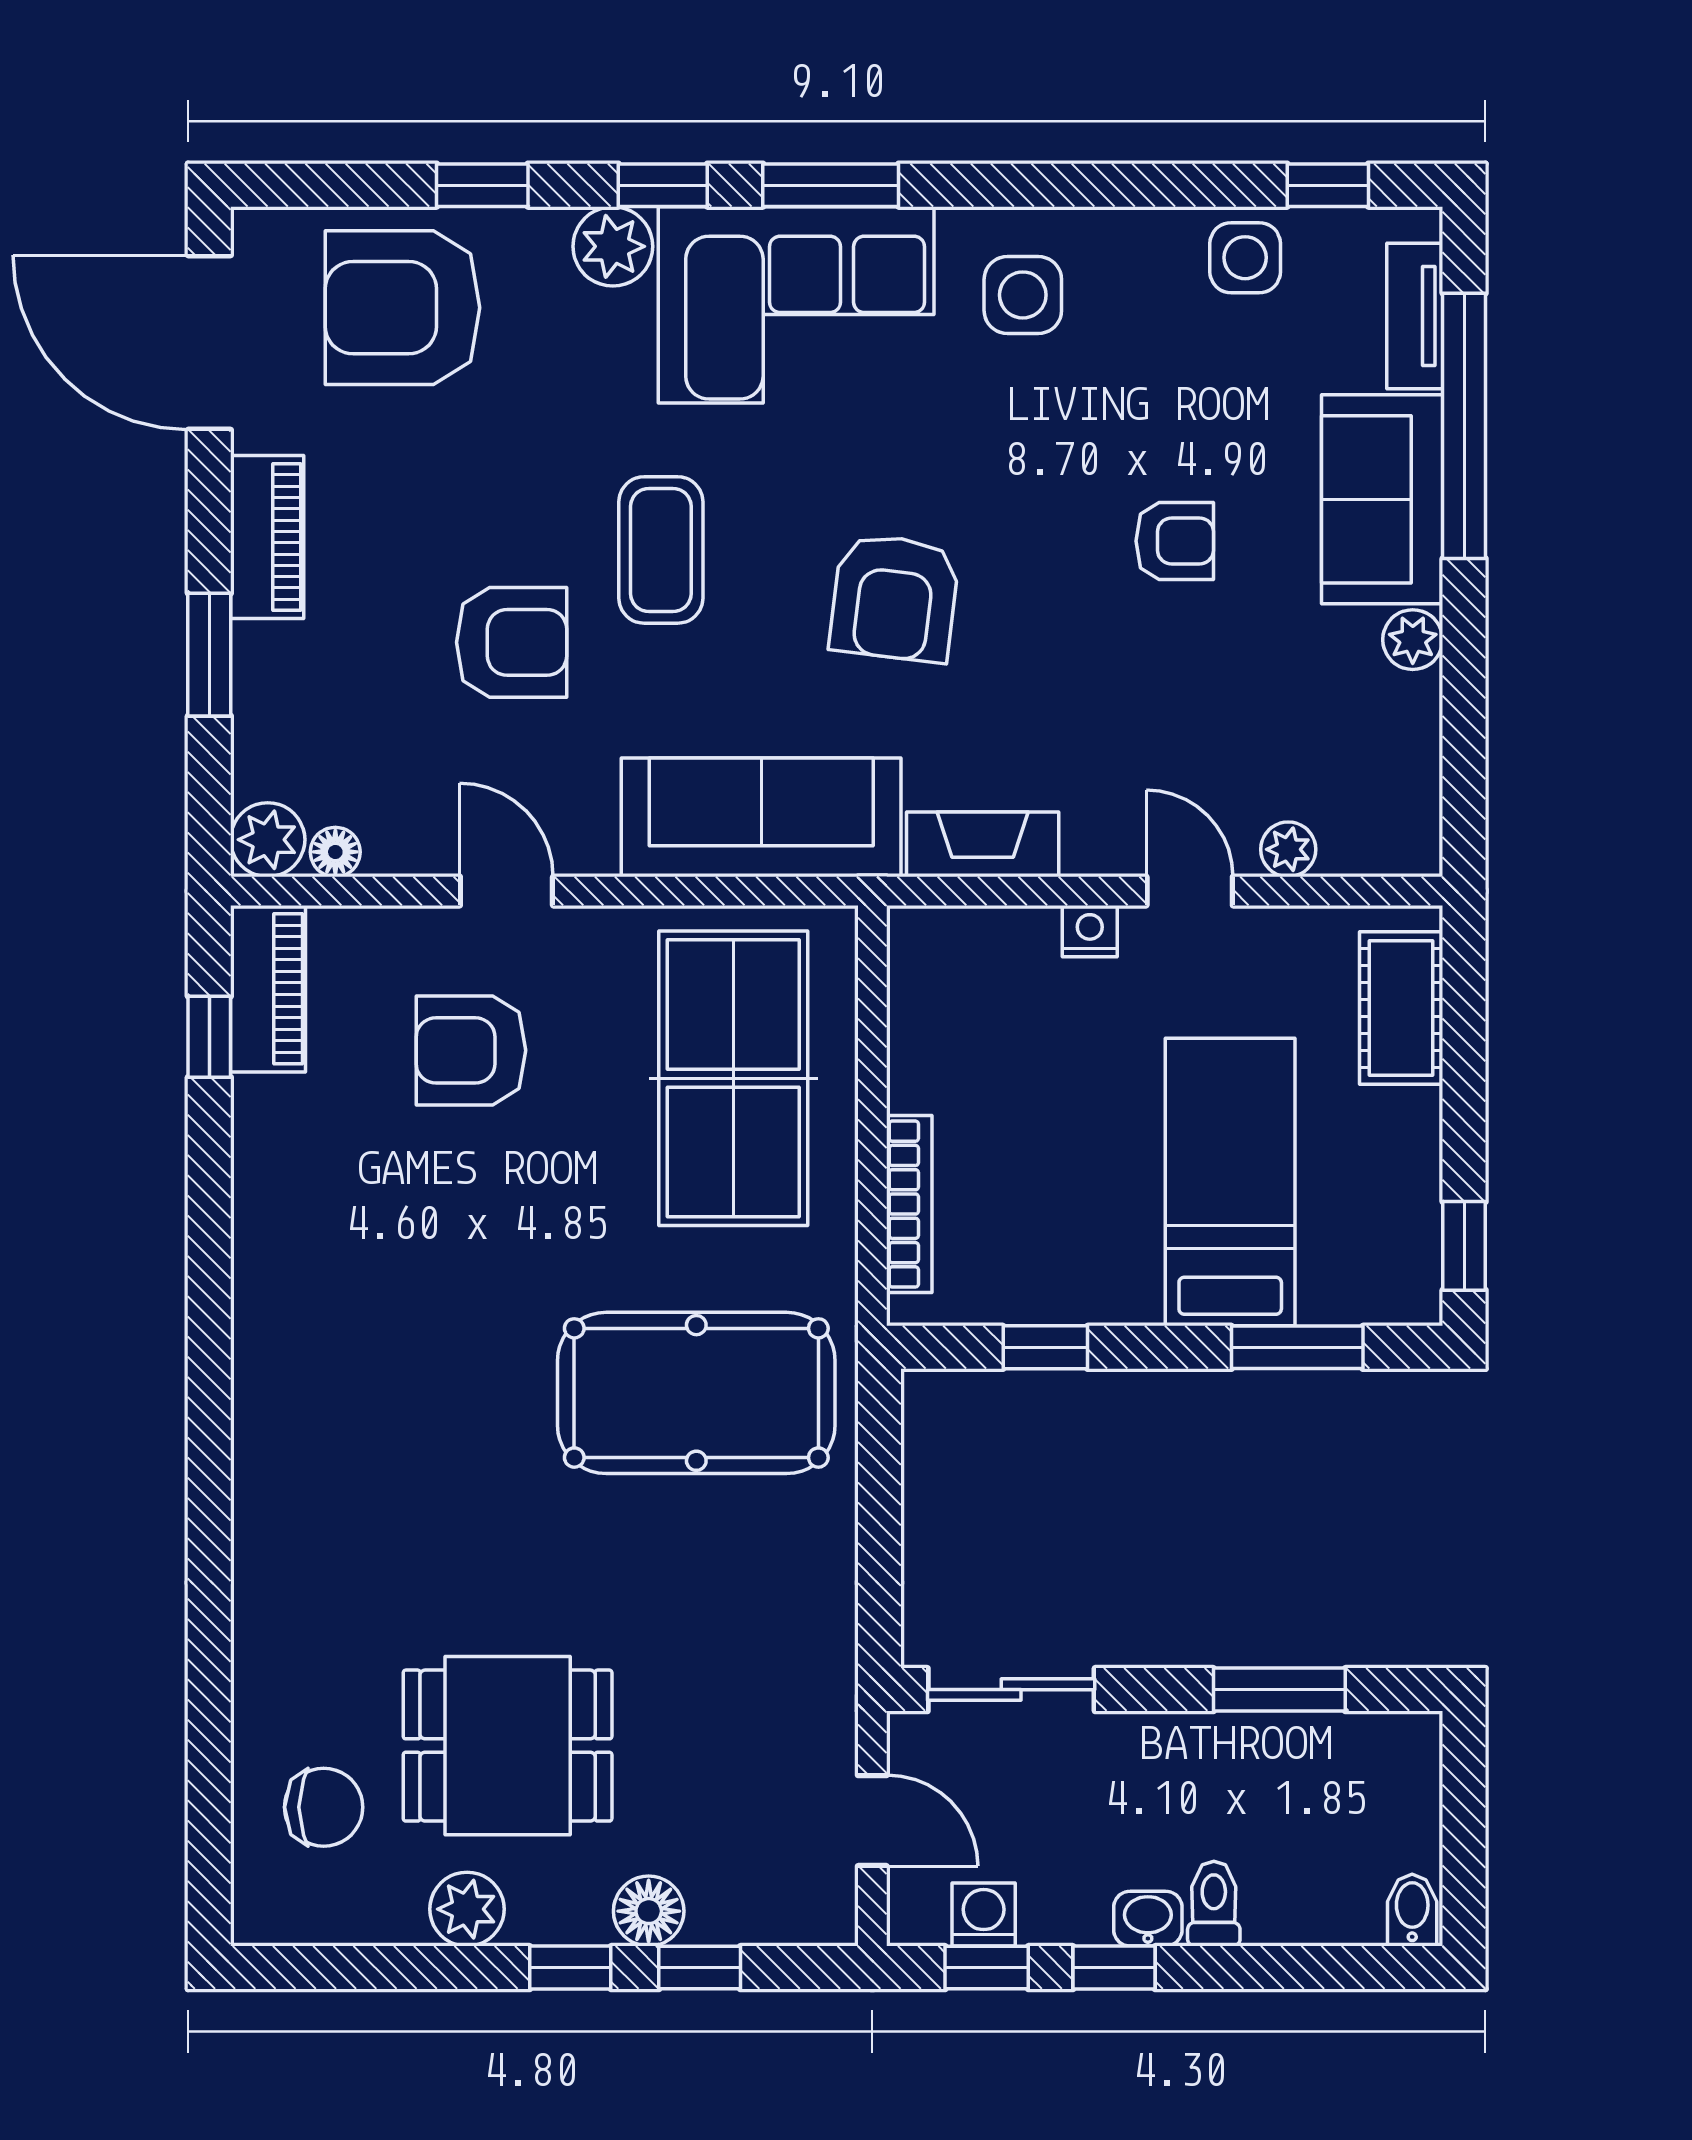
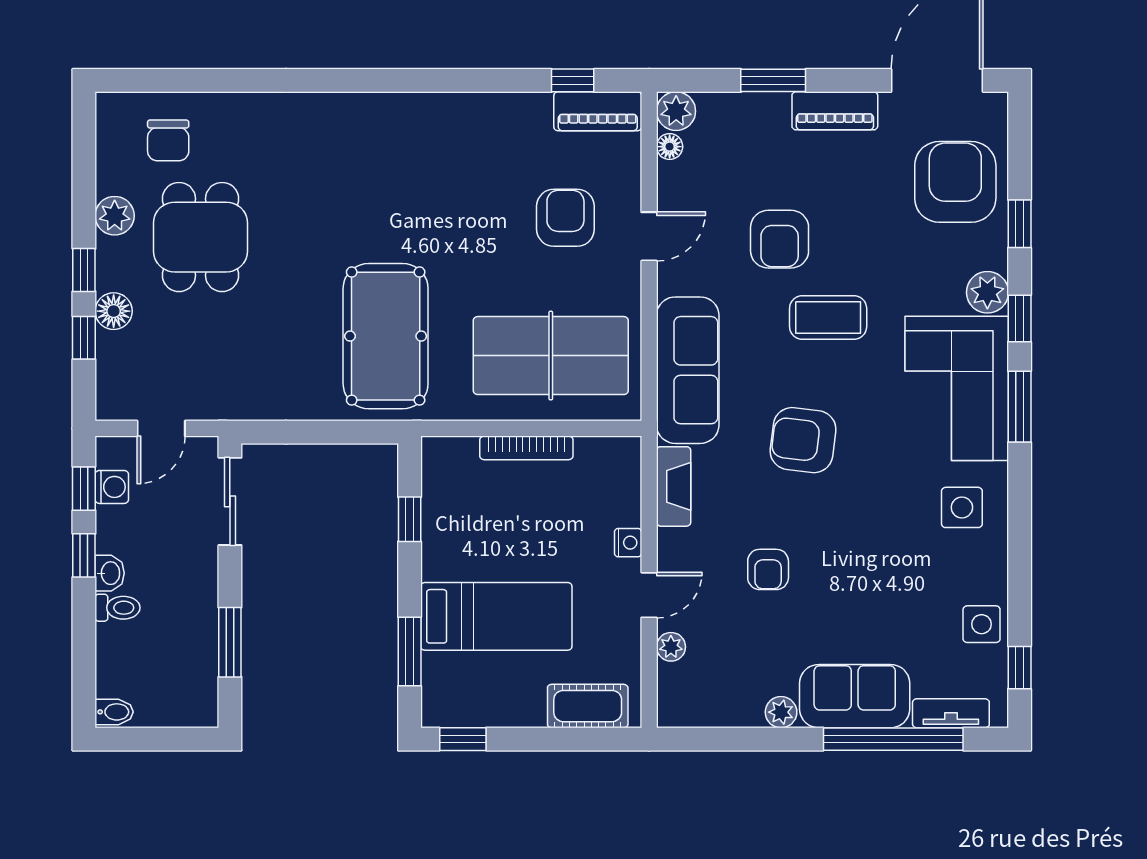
armchair: (1175, 541) -> (768, 569), moved
bookcase: (909, 1204) -> (526, 448), moved

